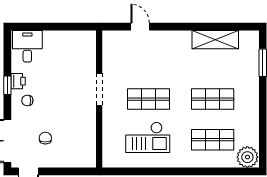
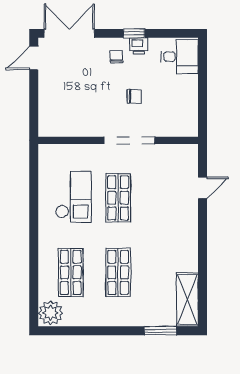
shelving: (215, 40) -> (187, 299), moved
doorway: (99, 89) -> (129, 140), width x1.36
checkout: (148, 137) -> (73, 197), turned 180
chair: (45, 138) -> (134, 96), moved

